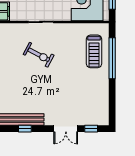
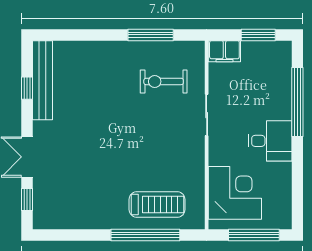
treadmill: (94, 51) -> (157, 204), turned 180
exercise bike: (39, 55) -> (164, 81), moved, turned 62

